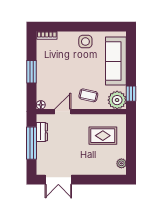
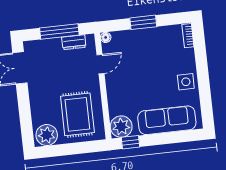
coffee table: (88, 95) -> (123, 92), removed
door: (63, 112) -> (100, 64), hinge flipped
rug: (103, 136) -> (77, 114), width x1.36, depth x1.43
plant: (121, 163) -> (47, 135), width x1.88, depth x1.88

